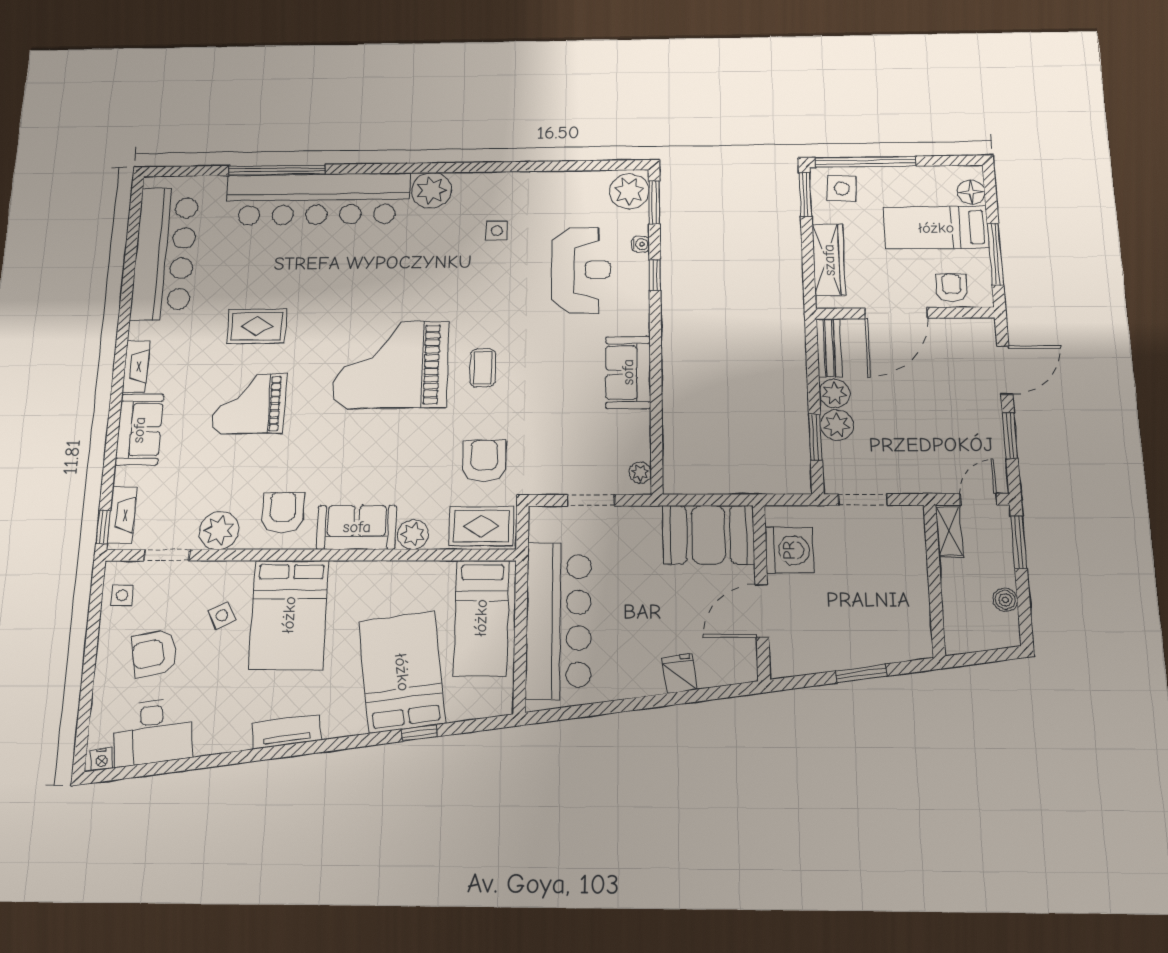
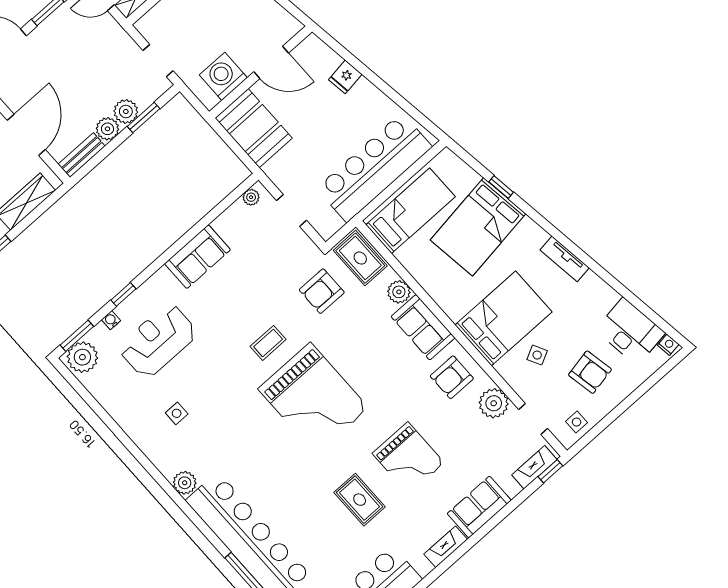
plant: (432, 190) -> (185, 483), width x0.73, depth x0.73
door: (896, 313) -> (26, 135), hinge flipped

